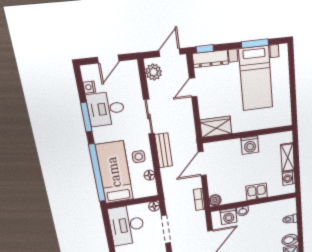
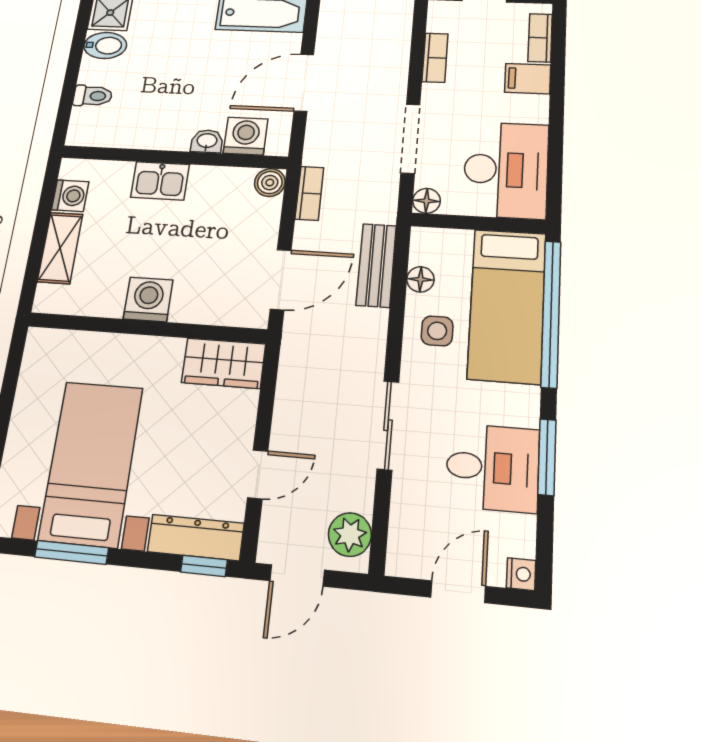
nightstand: (89, 87) -> (521, 574), moved
bench: (164, 150) -> (376, 265), moved

